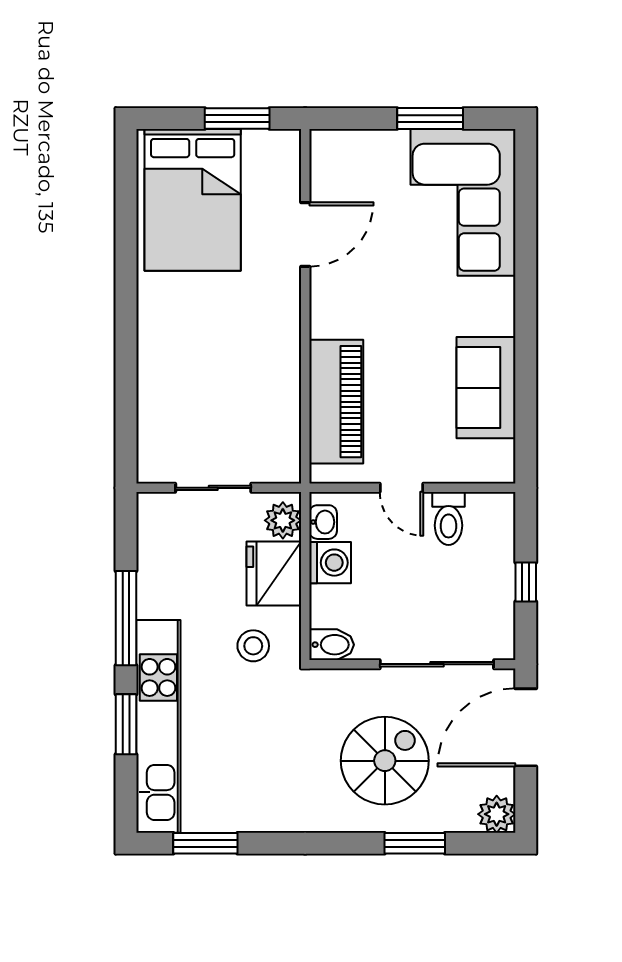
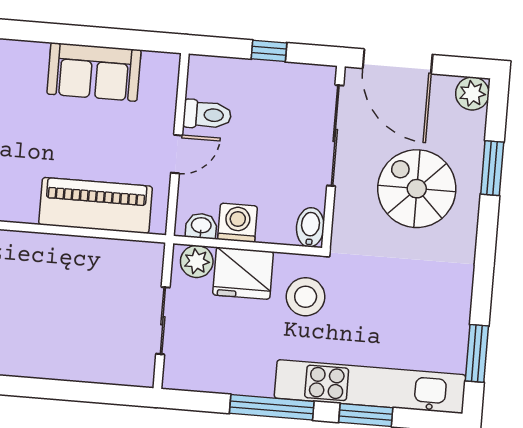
stool: (253, 646) -> (306, 297), width x1.38, depth x1.38

